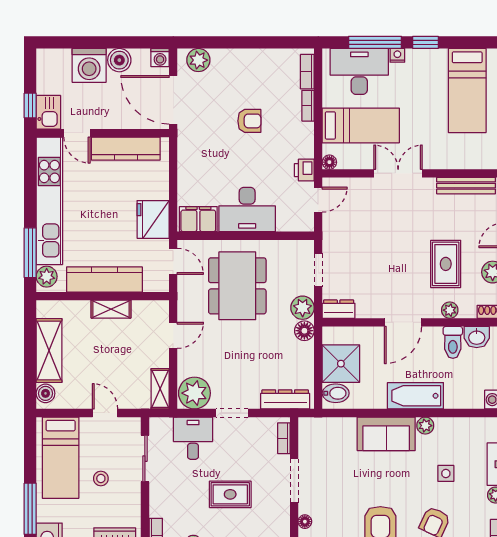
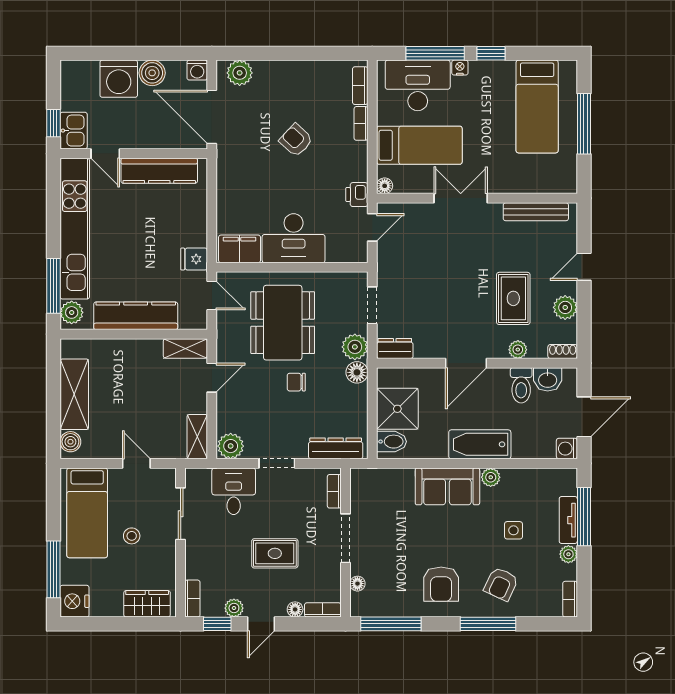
armchair: (249, 121) -> (296, 140), turned -137
fridge: (153, 219) -> (194, 259), width x0.53, depth x0.75
shelving: (111, 309) -> (185, 348), moved
chair: (250, 340) -> (296, 382), added
plant: (194, 393) -> (231, 446), width x0.73, depth x0.73

